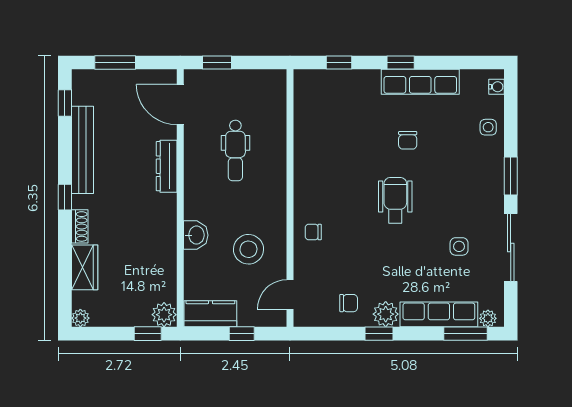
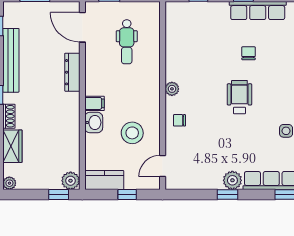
chair: (408, 140) -> (249, 53), turned 180
dental chair: (235, 150) -> (127, 42), moved
plant: (303, 189) -> (172, 89), added
filing cabinet: (197, 209) -> (95, 103), added
chair: (349, 303) -> (205, 172), removed

